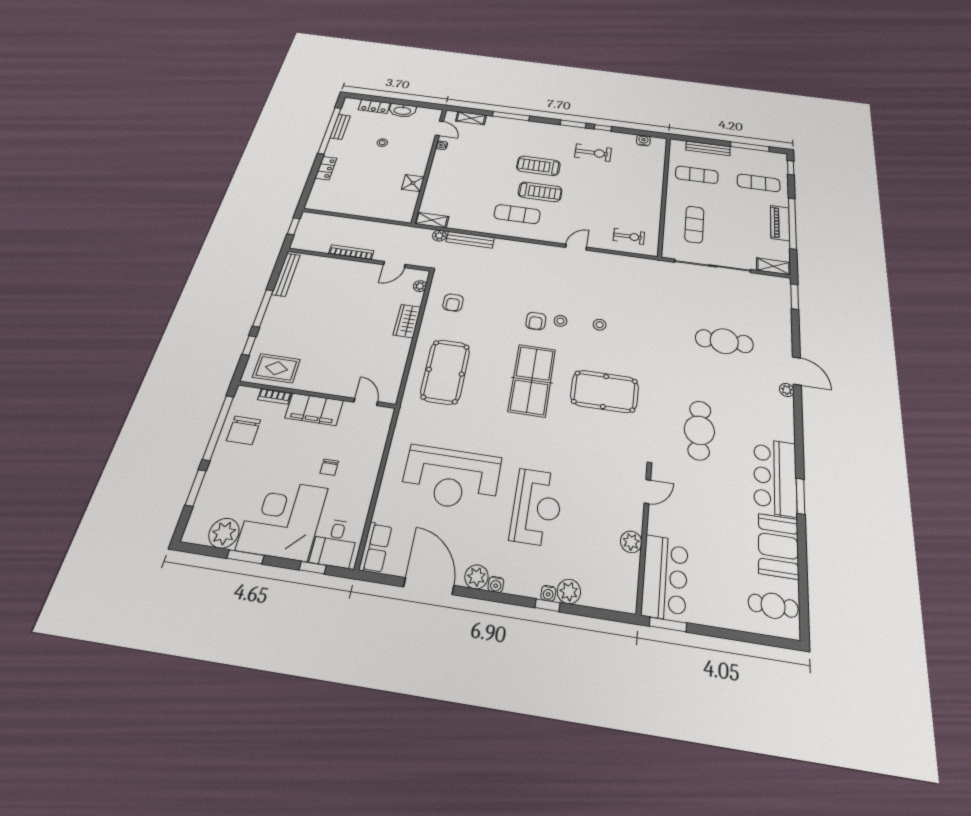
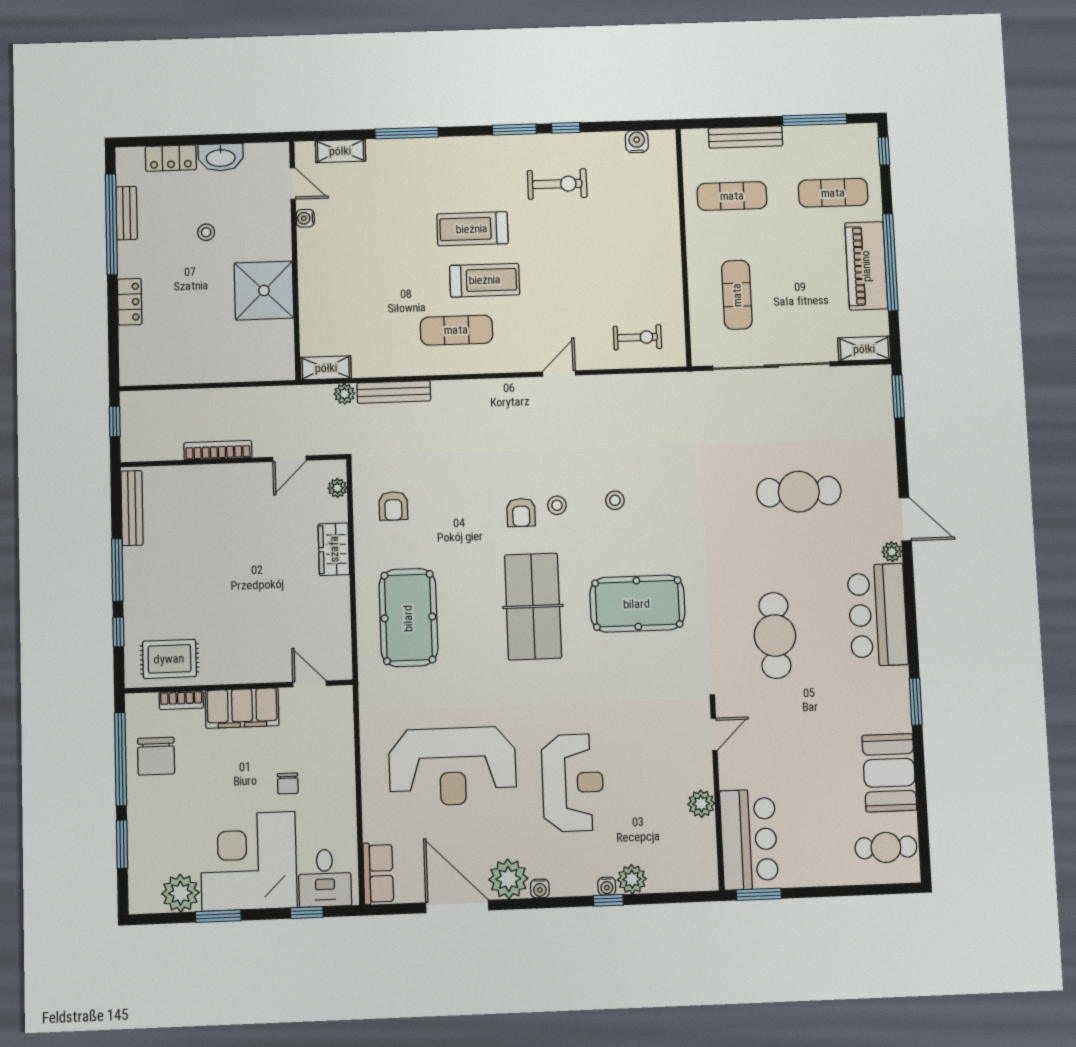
shower: (413, 183) -> (264, 291), width x1.86, depth x1.86
piano: (780, 223) -> (866, 266), width x1.37, depth x1.33
bar counter: (775, 477) -> (878, 615), moved
plant: (476, 577) -> (508, 879), width x1.36, depth x1.36

